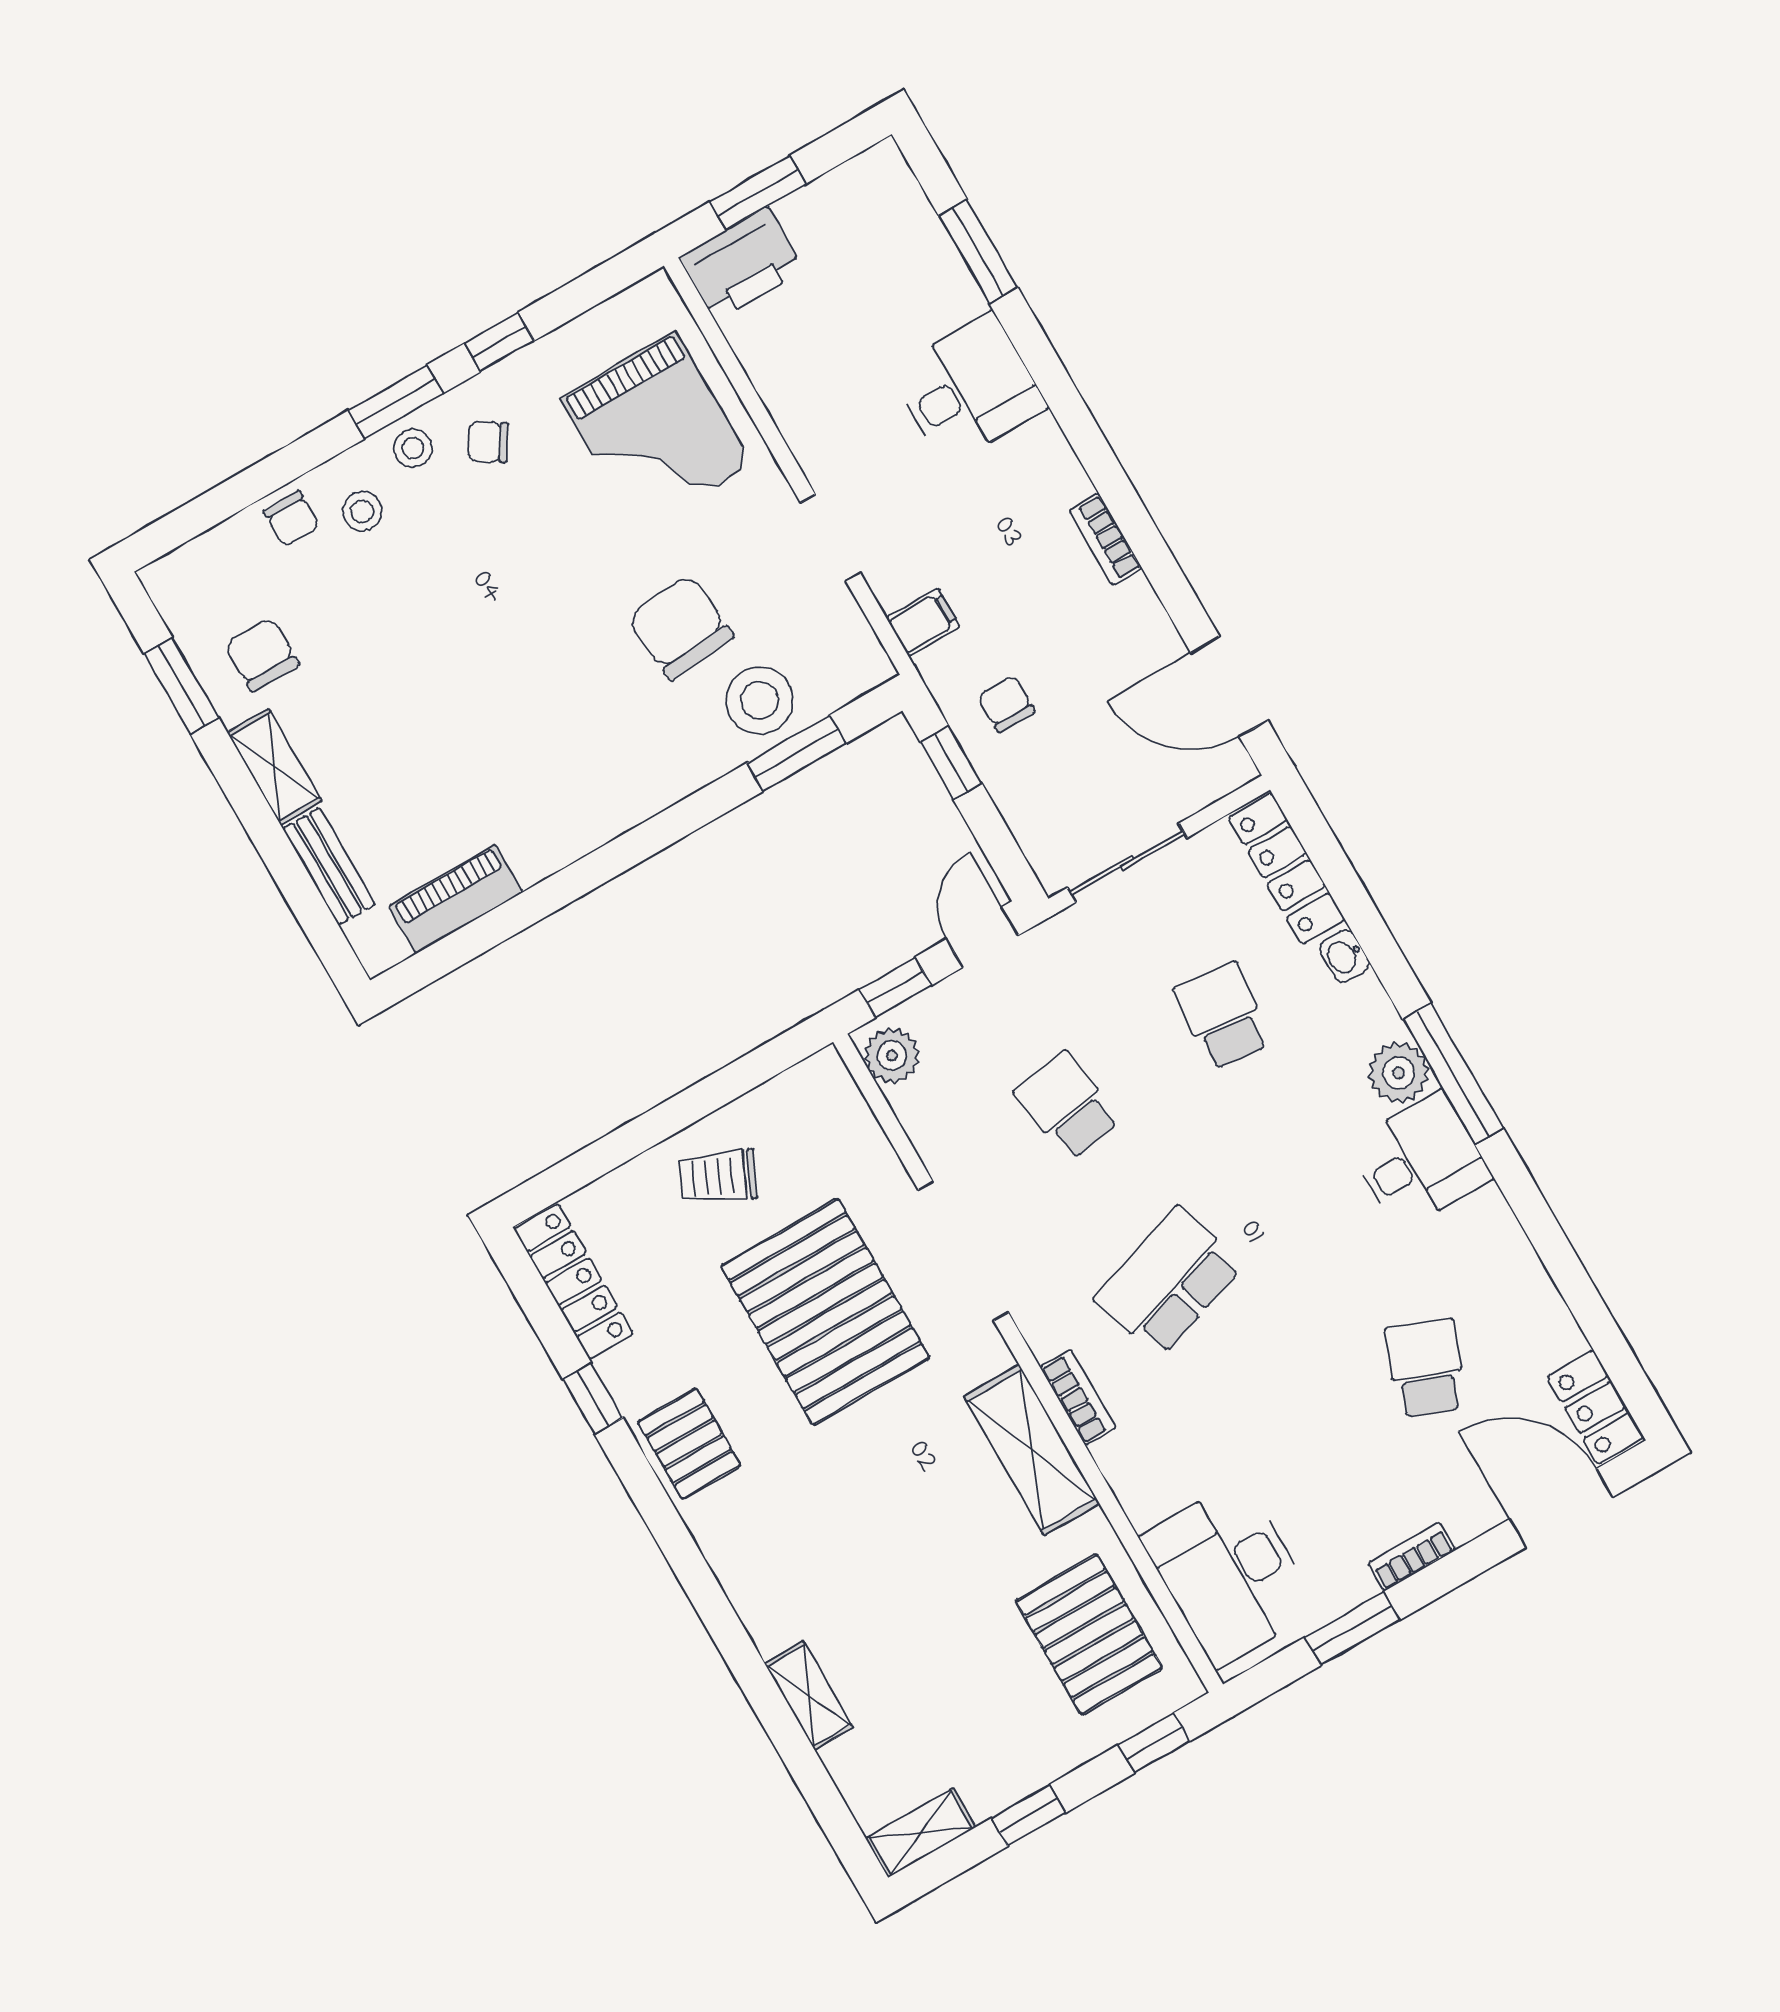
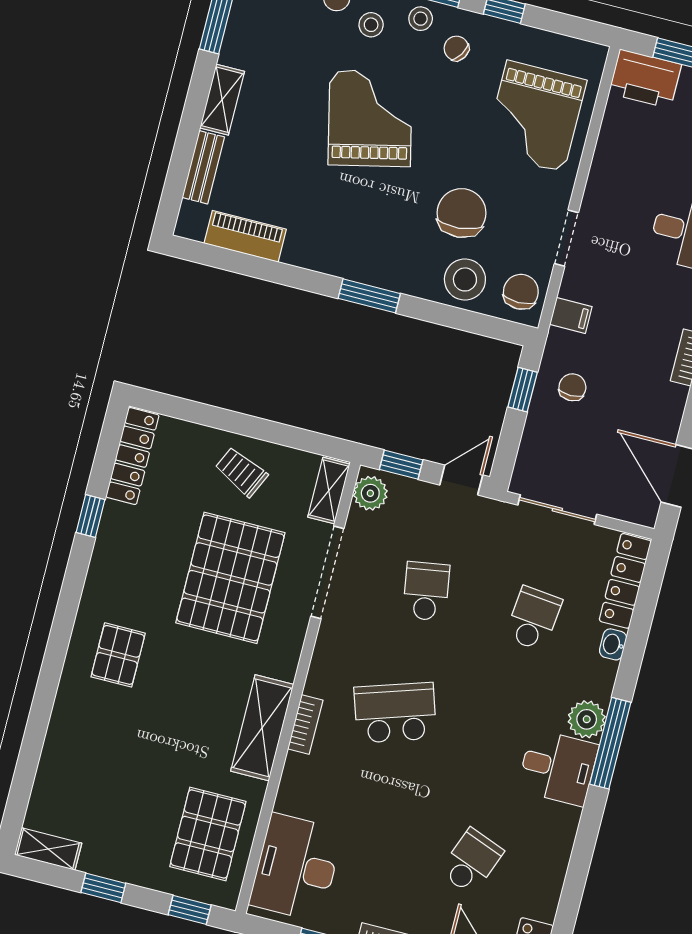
grand piano: (467, 621) -> (370, 118), added
chair: (262, 655) -> (521, 292), moved
window: (796, 753) -> (369, 296), moved
doorway: (963, 1251) -> (327, 572), moved
pallet: (689, 1444) -> (118, 655), moved
shelving: (809, 1695) -> (329, 491), moved

